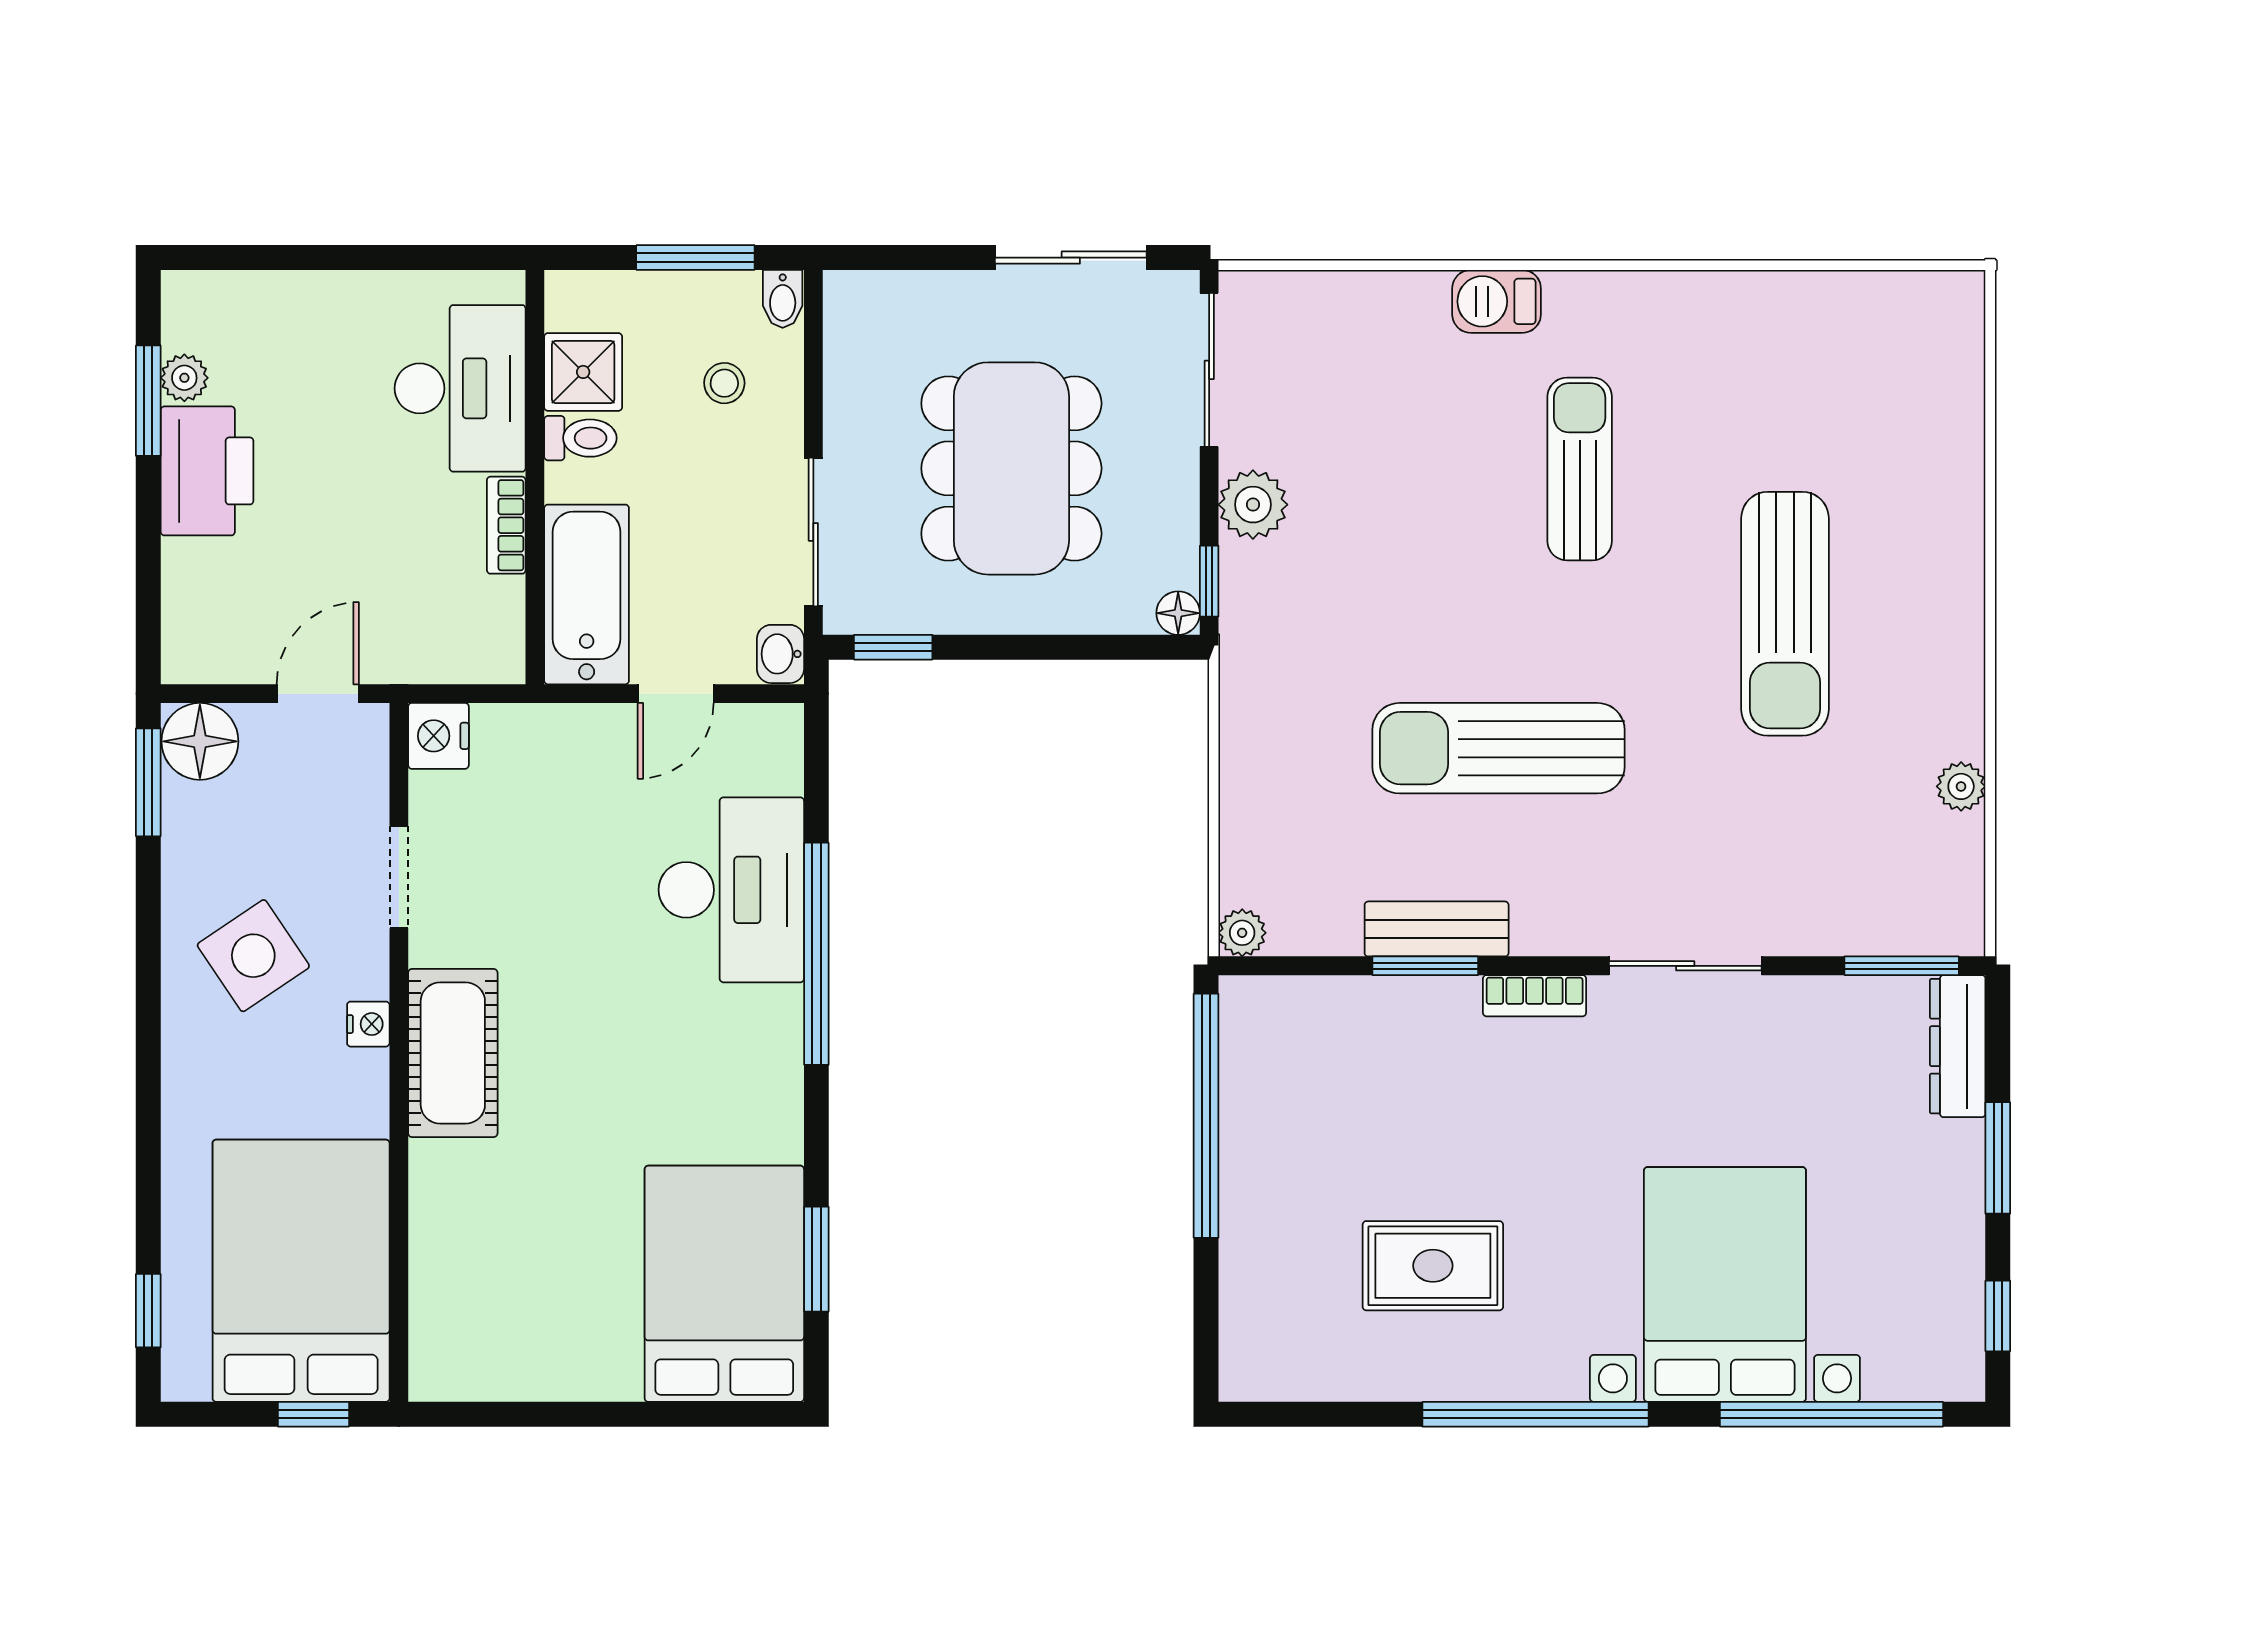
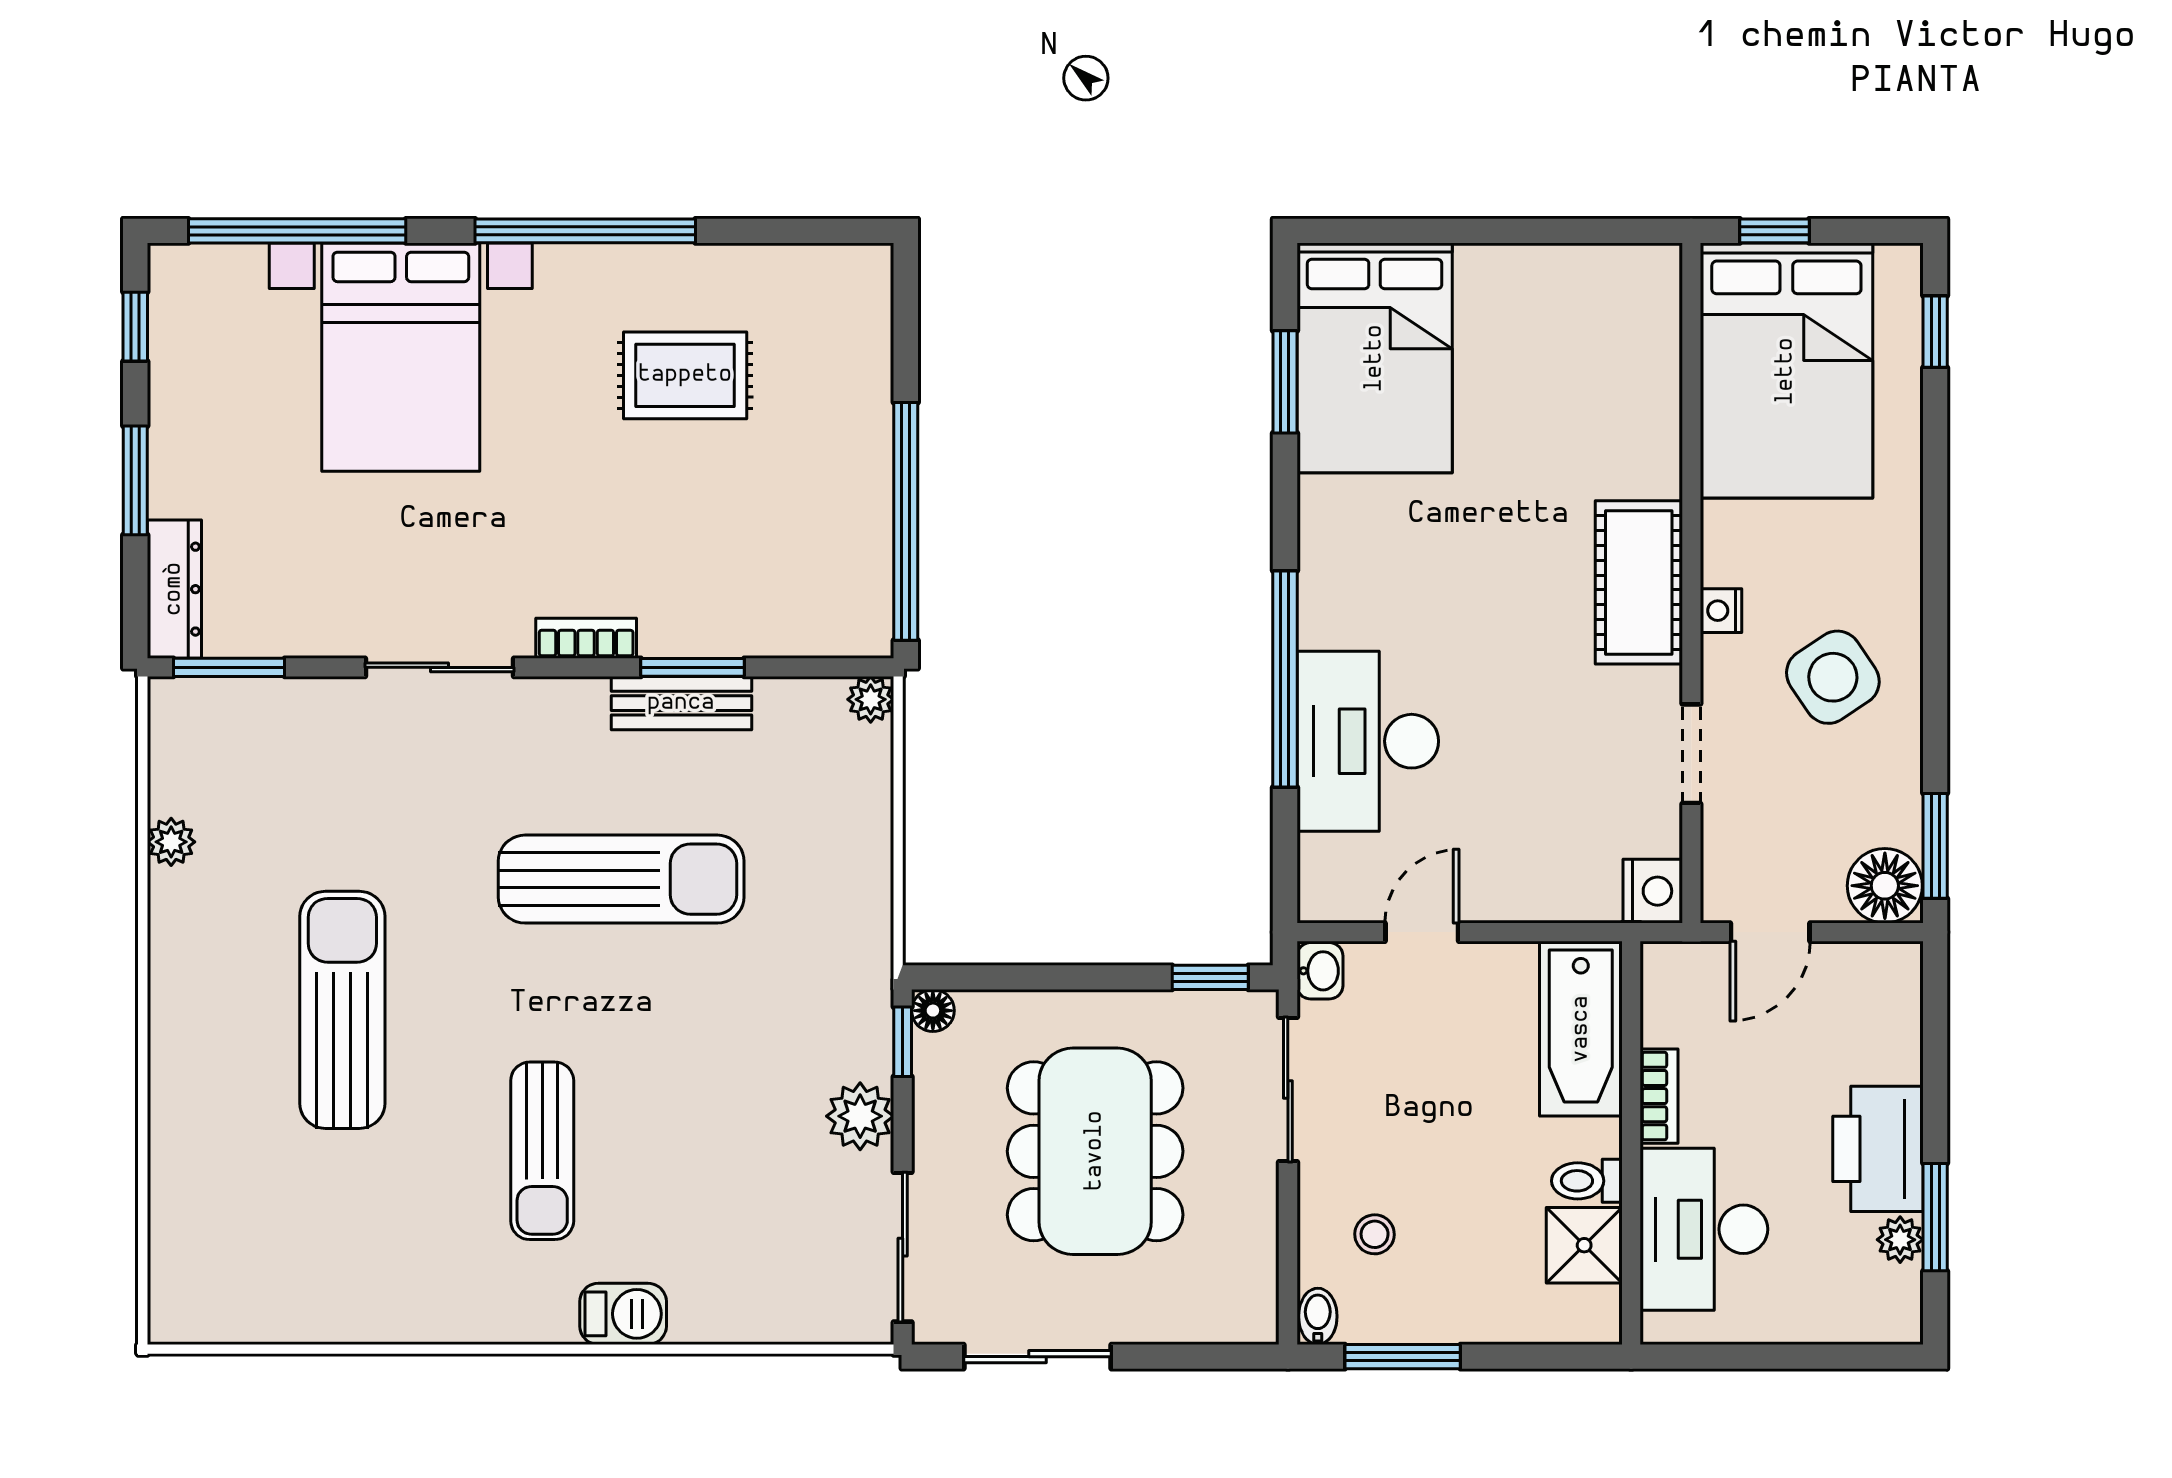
shower: (583, 372) -> (1584, 1245), moved
desk: (460, 388) -> (1704, 1229), moved
toilet: (580, 438) -> (1587, 1181), moved
wall: (535, 477) -> (1631, 1143), moved
bookcase: (506, 525) -> (1659, 1096), moved
bathtub: (587, 594) -> (1581, 1029), moved

